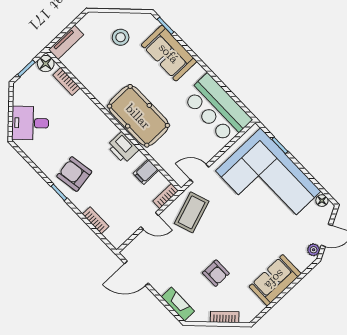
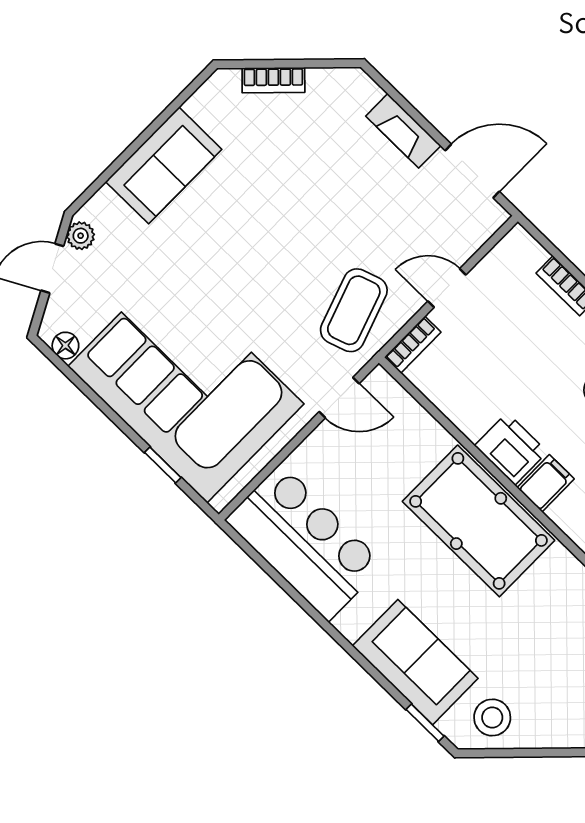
stool: (121, 37) -> (492, 718), moved
filing cabinet: (146, 172) -> (546, 483), moved
armchair: (216, 273) -> (296, 177), removed
fireplace: (178, 304) -> (403, 131), moved

